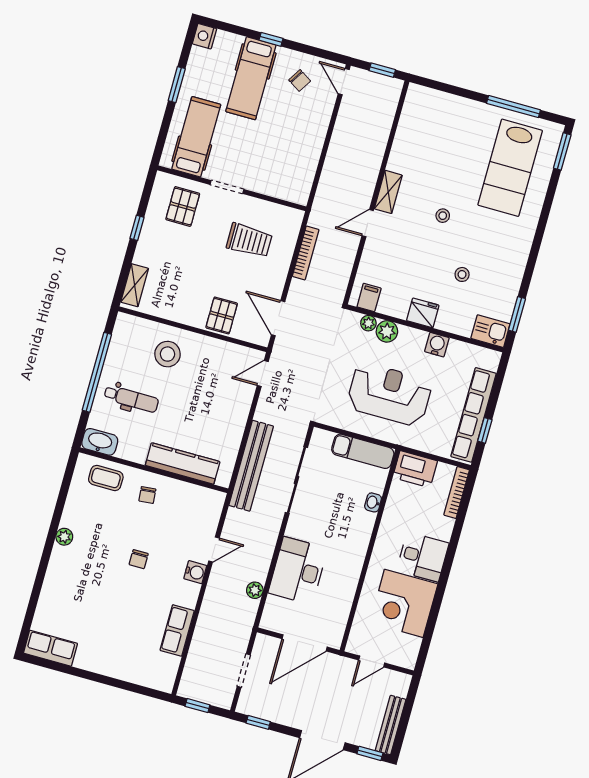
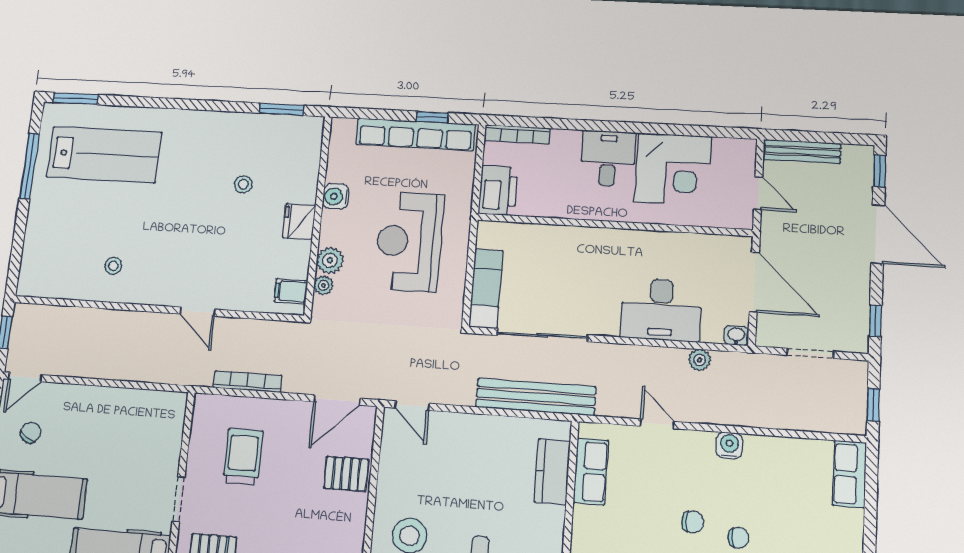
shelving: (388, 192) -> (155, 294), removed
stool: (443, 216) -> (113, 266), moved
kitchen sink: (490, 331) -> (308, 136), removed
exam couch: (363, 451) -> (486, 288), moved
kitchen counter: (183, 463) -> (552, 472), width x0.67
row of seats: (189, 494) -> (591, 471), added
chair: (147, 495) -> (738, 538), moved
washbasin: (373, 502) -> (736, 336), moved, turned 180
water cooler: (195, 572) -> (729, 445), moved
row of seats: (177, 630) -> (849, 474), moved, turned 90
bench: (391, 725) -> (802, 151), moved

